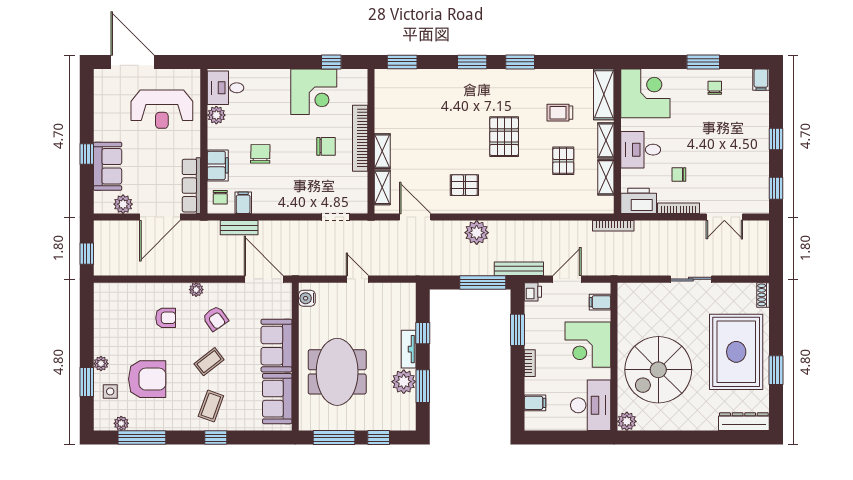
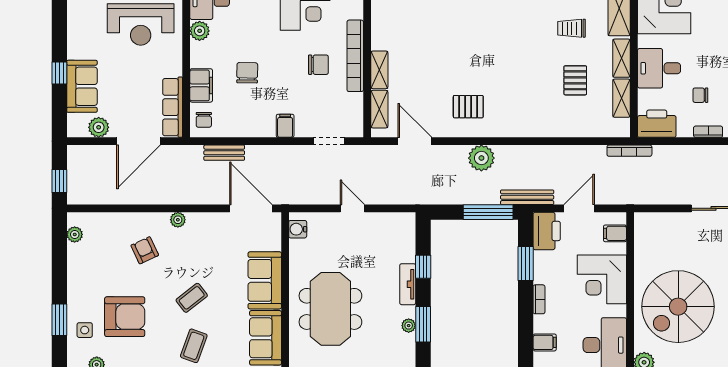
pallet: (504, 137) -> (511, 54), removed
filing cabinet: (243, 203) -> (285, 126), moved
bookcase: (678, 208) -> (708, 132), width x0.64
printer: (533, 292) -> (547, 231), width x1.87, depth x1.48
armchair: (166, 318) -> (145, 250), turned -115
armchair: (215, 318) -> (199, 251), removed
plant: (101, 364) -> (75, 234), moved
plant: (404, 382) -> (409, 326), width x0.53, depth x0.53

